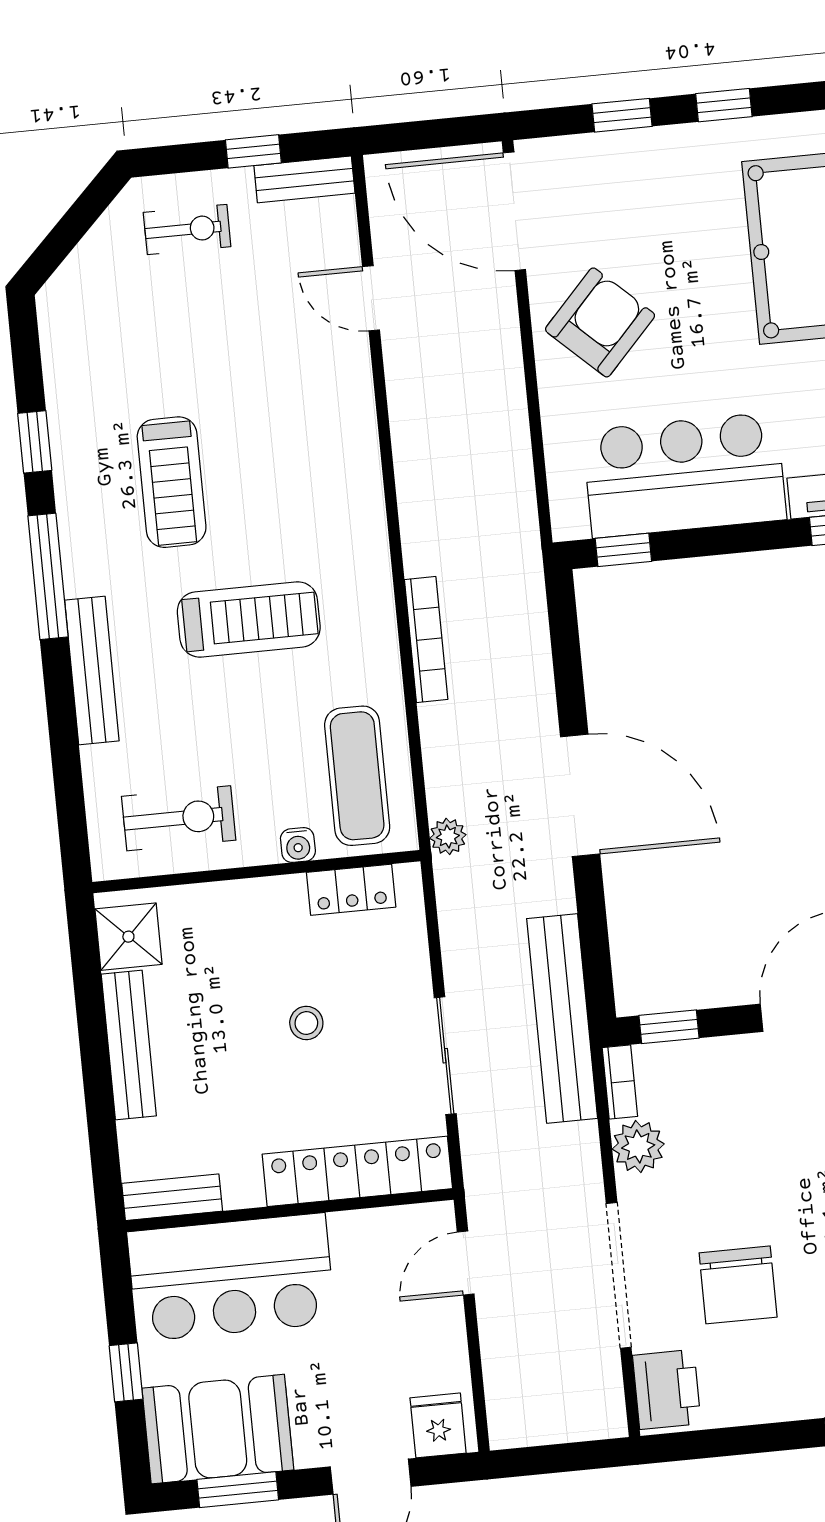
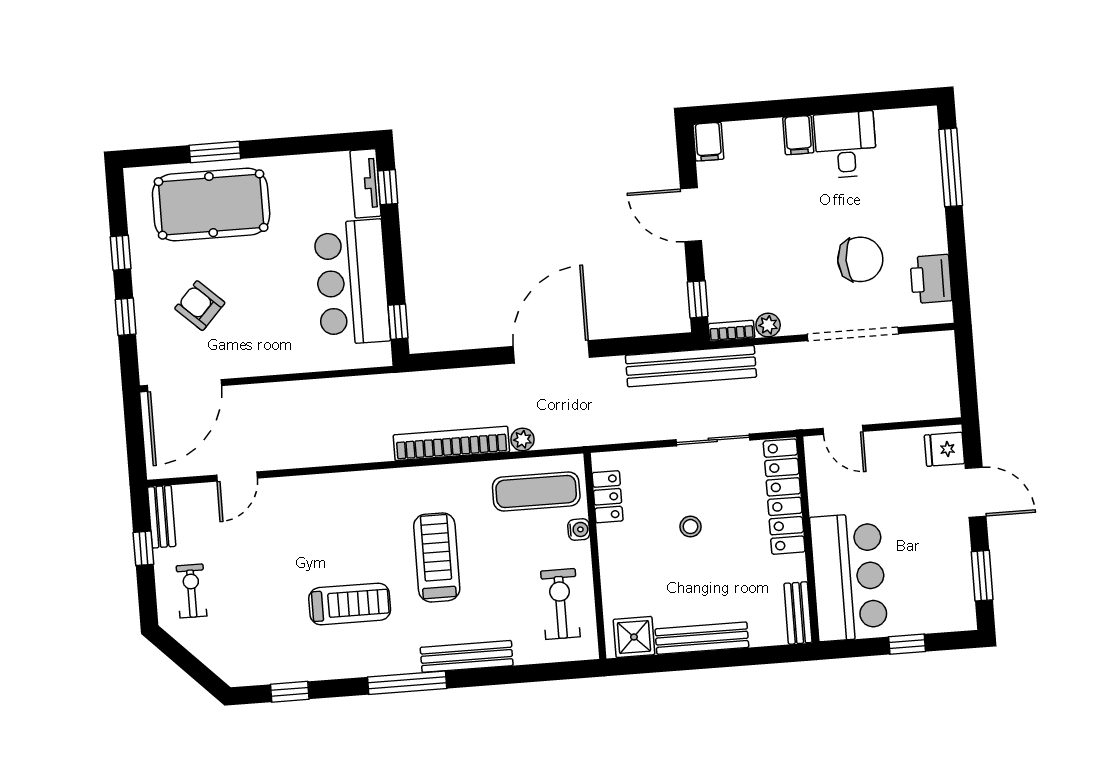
armchair: (600, 322) -> (200, 306), moved, width x0.72, depth x0.72
window: (35, 442) -> (290, 692), moved
bookcase: (426, 639) -> (451, 443), width x1.48, depth x1.31
plant: (448, 836) -> (523, 439), moved
plant: (638, 1146) -> (768, 325), width x0.73, depth x0.73
printer: (667, 1390) -> (931, 279), moved, turned -90
booth: (218, 1429) -> (944, 587), removed

